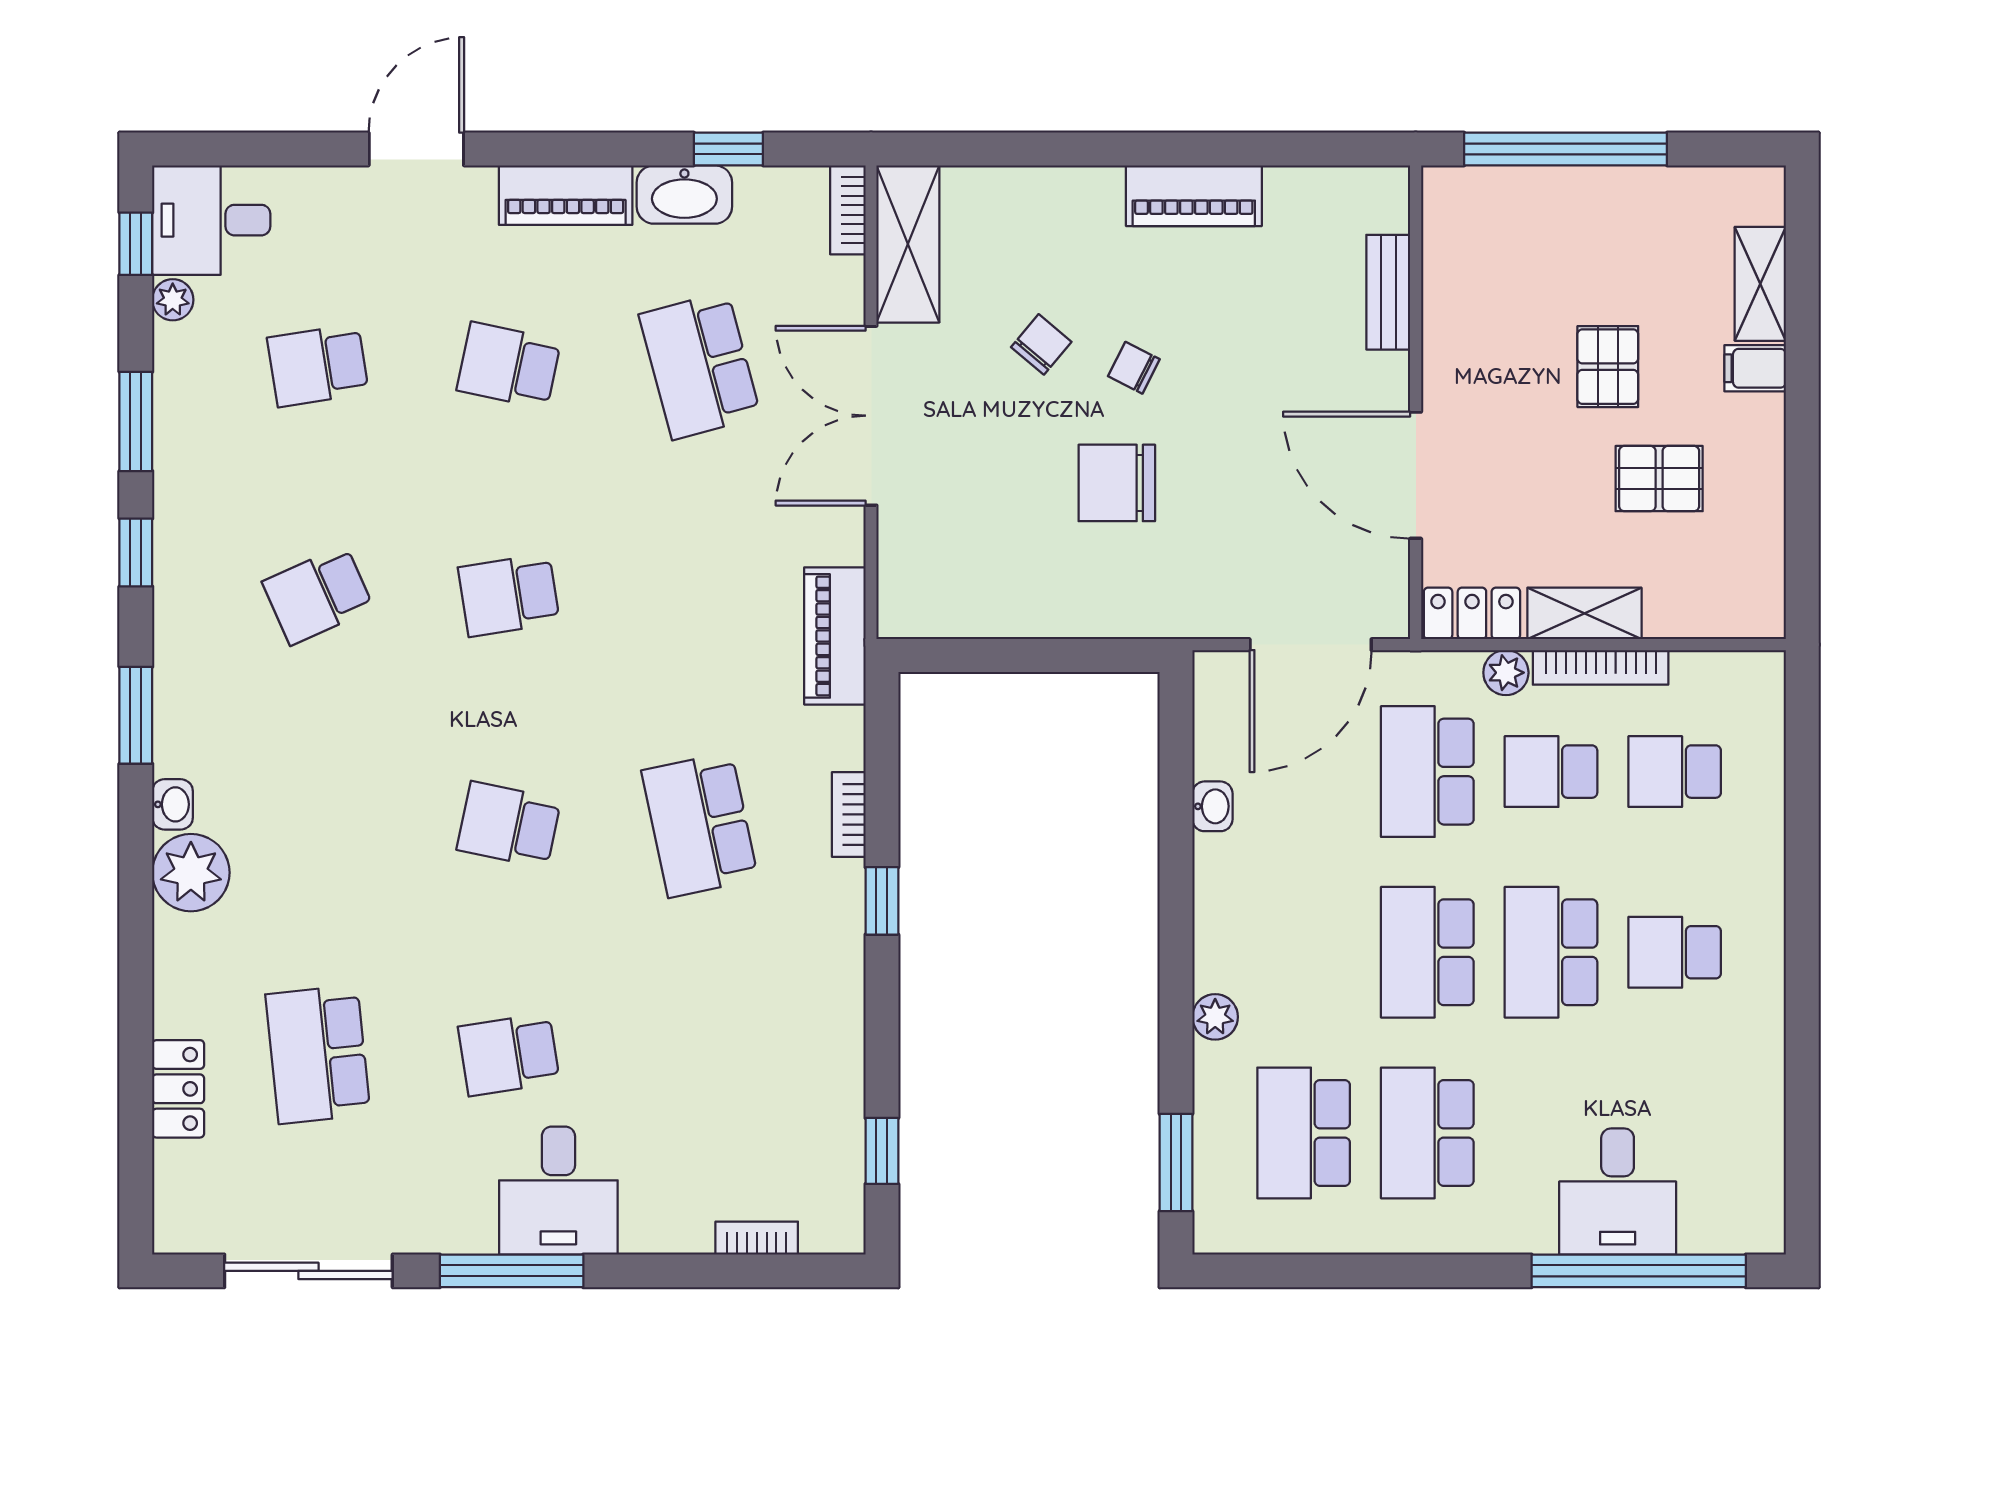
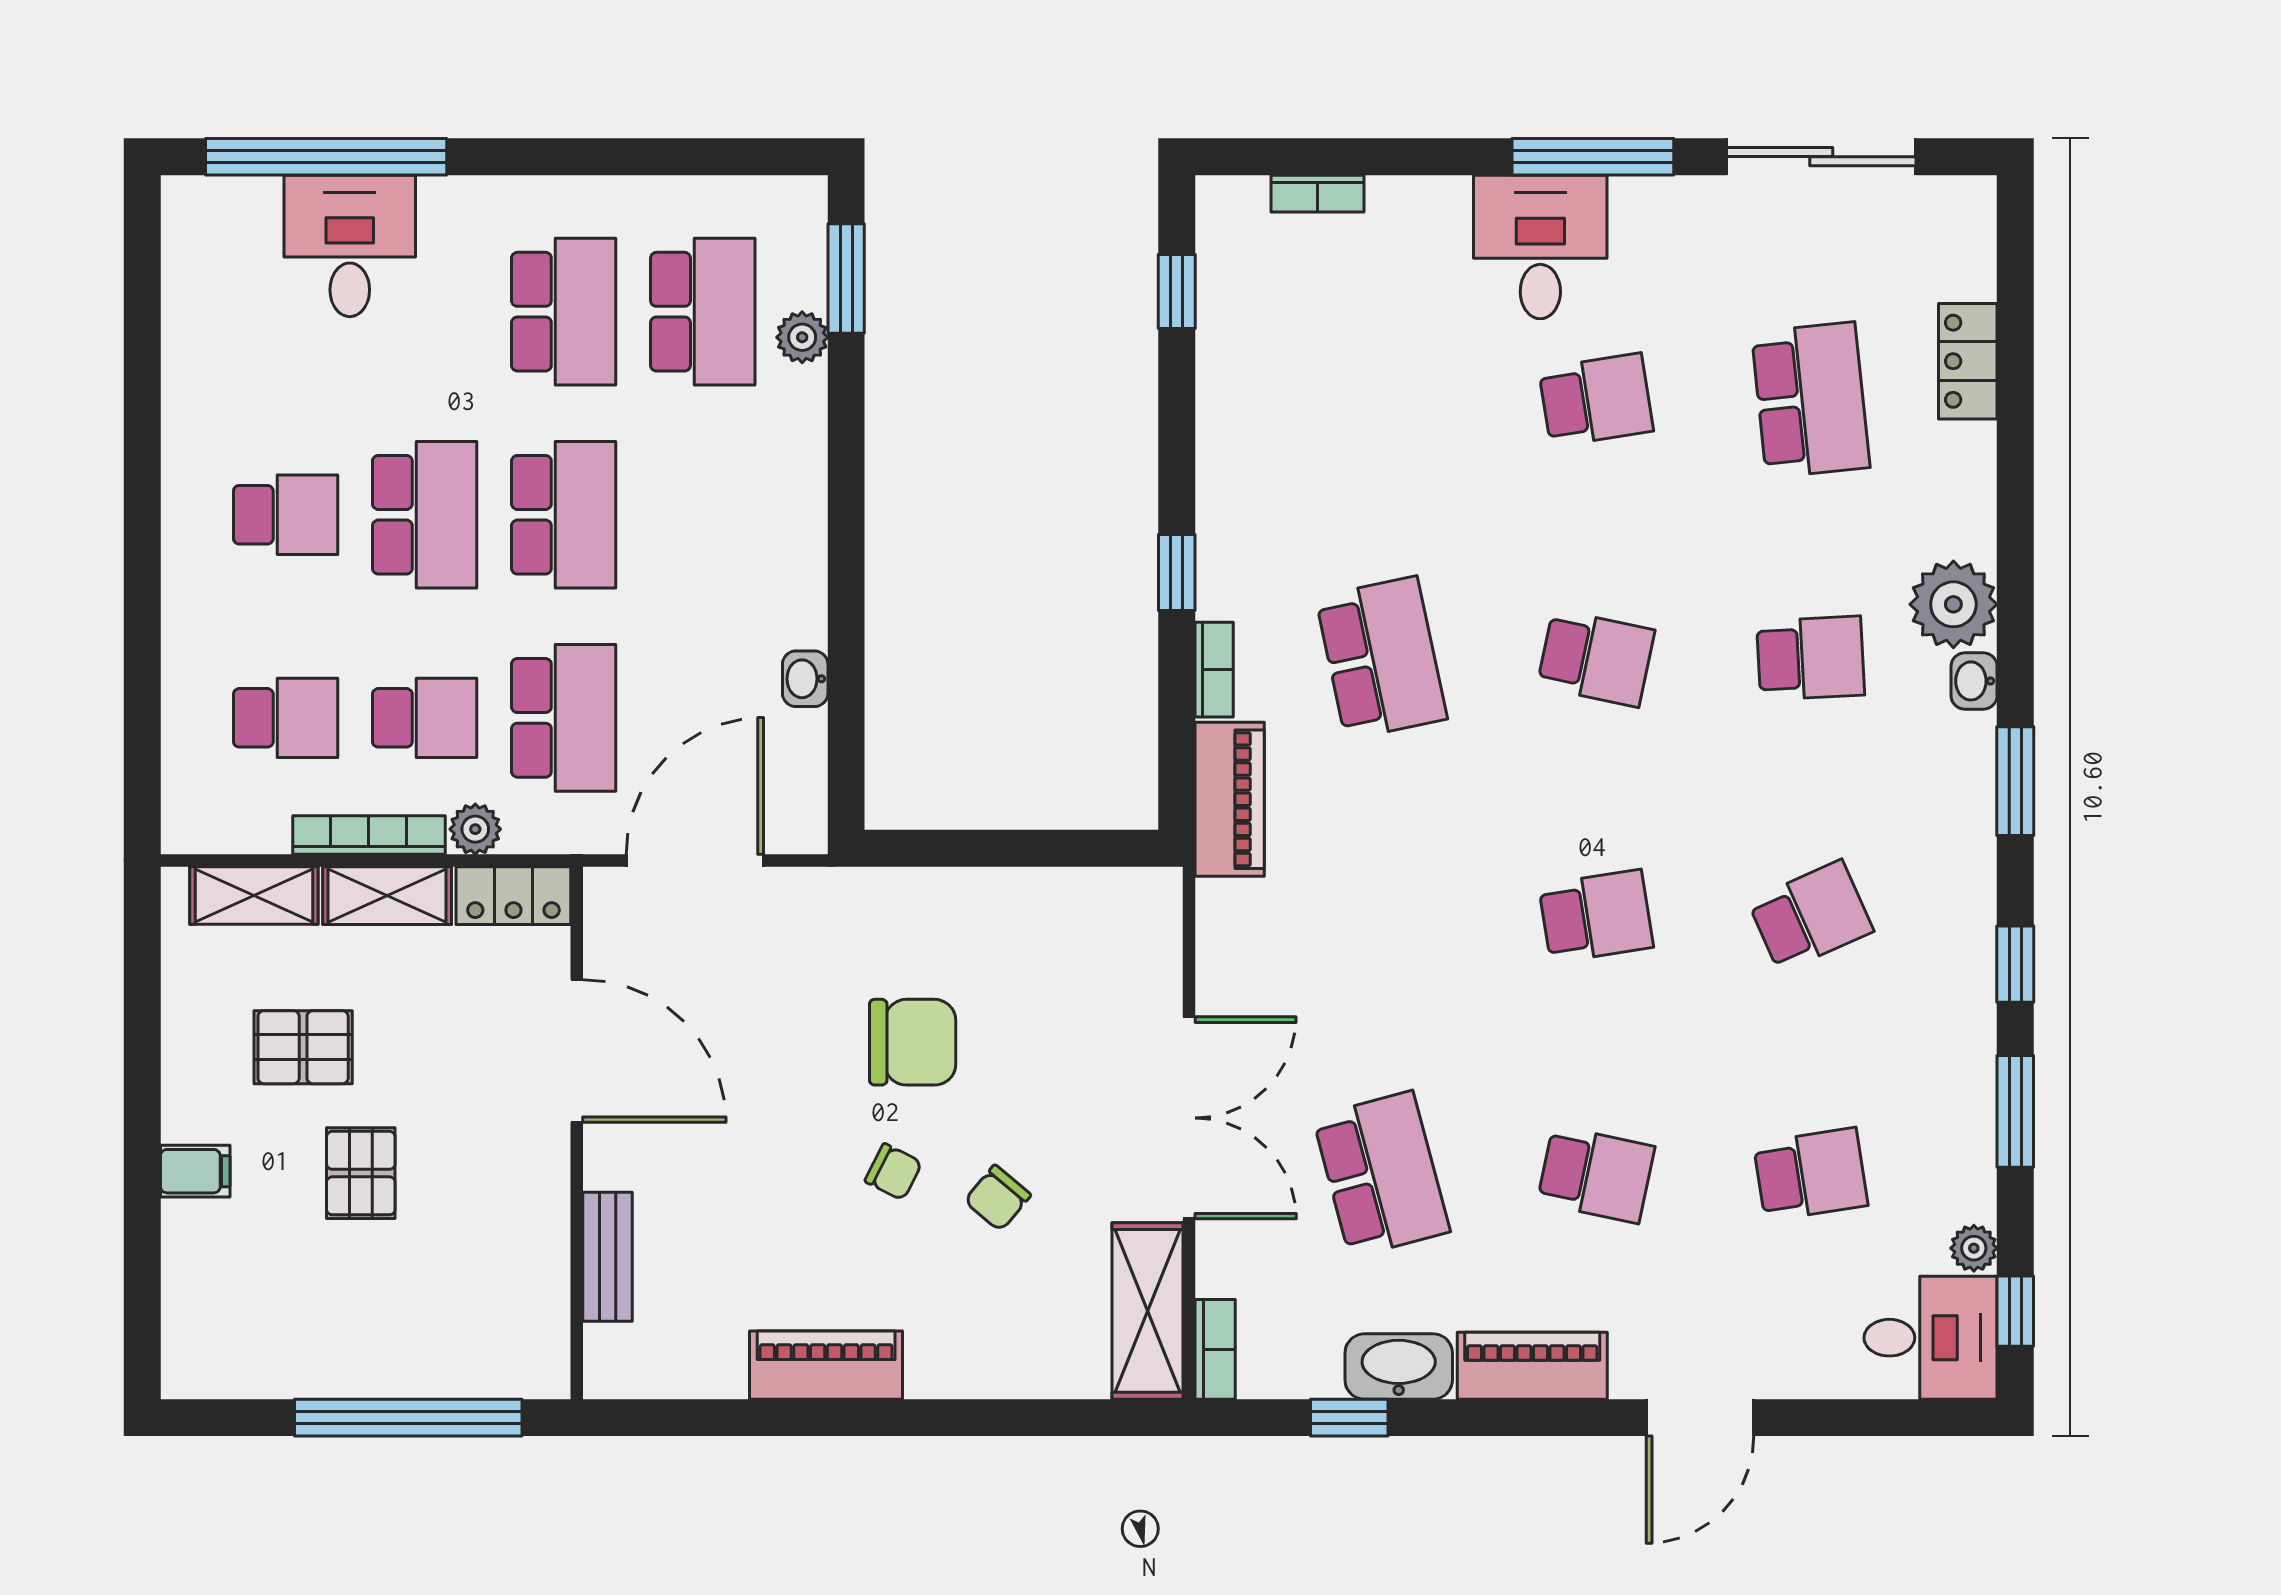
shelving: (1760, 284) -> (254, 896), moved, turned 90
piano: (835, 636) -> (1230, 799), moved
school desk: (318, 825) -> (1811, 658), added
plant: (1215, 1017) -> (802, 337), moved

